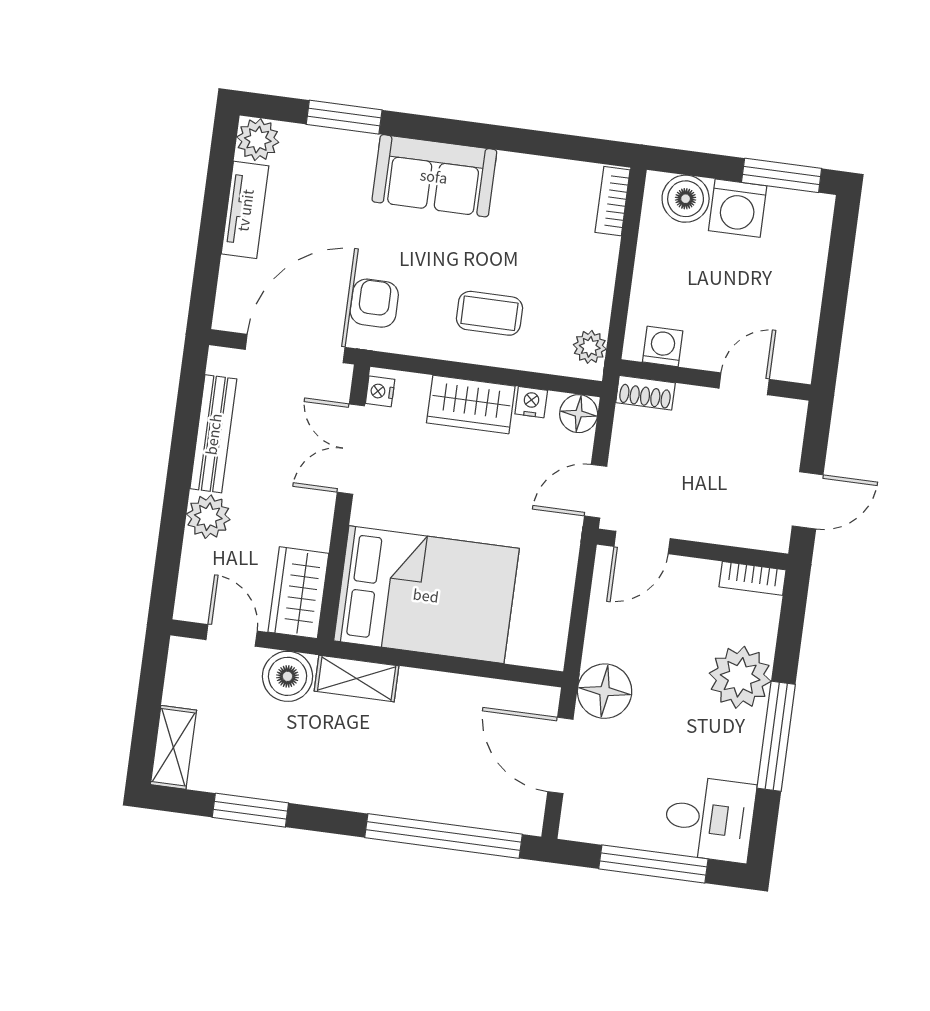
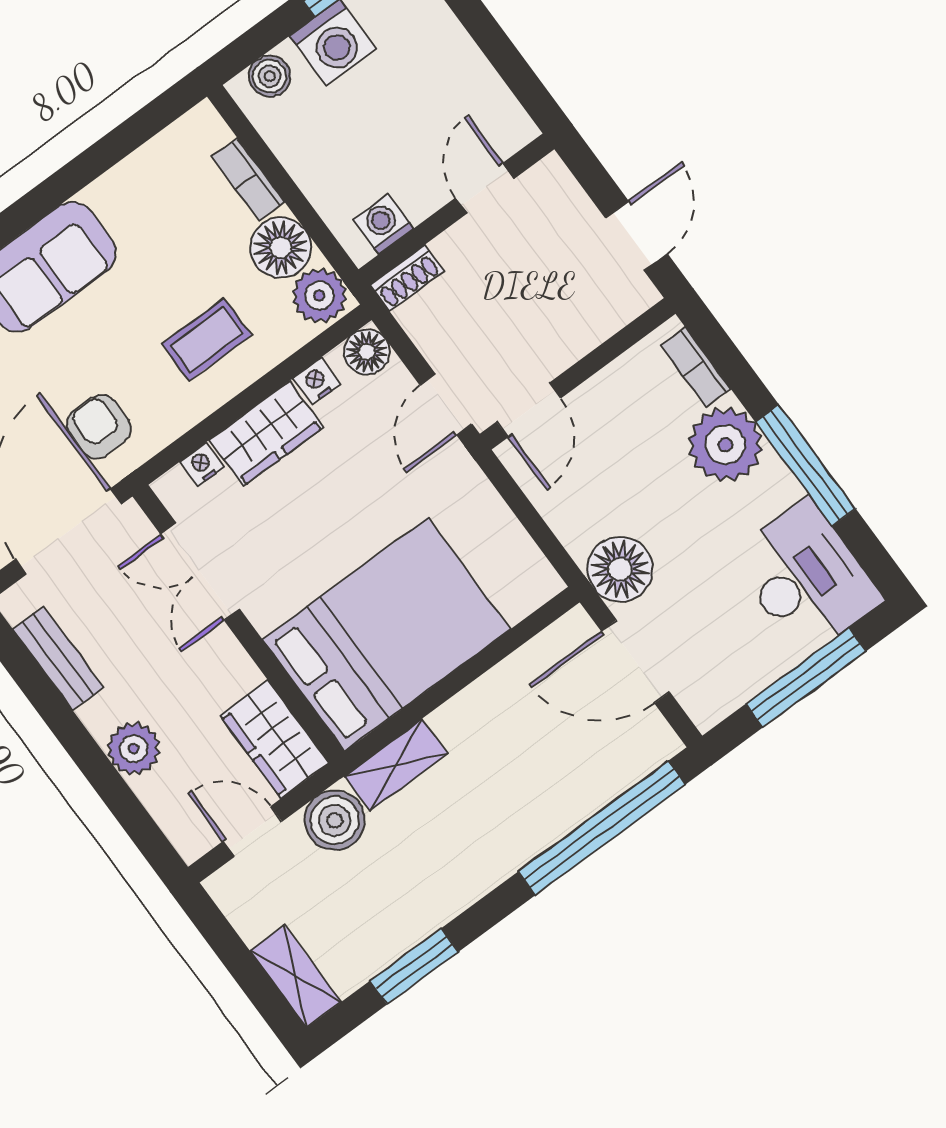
boiler: (686, 199) -> (270, 76), width x0.73, depth x0.73
bookcase: (613, 201) -> (248, 179), moved
floor lamp: (587, 301) -> (281, 248), added
plant: (590, 347) -> (319, 295), width x1.38, depth x1.38
nightstand: (380, 391) -> (202, 465), moved, turned 90
bench: (213, 434) -> (58, 658), width x0.73
bookcase: (752, 578) -> (696, 367), moved, turned 90
desk: (709, 819) -> (806, 578), width x1.37

